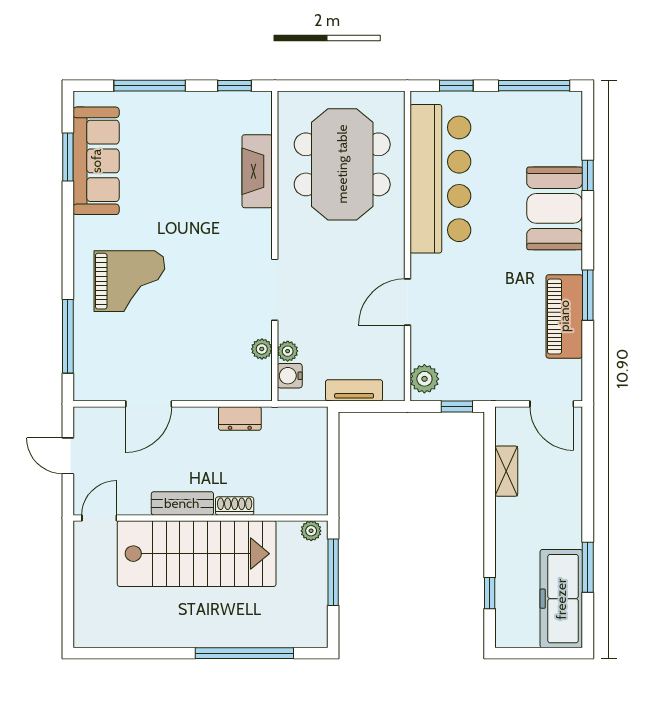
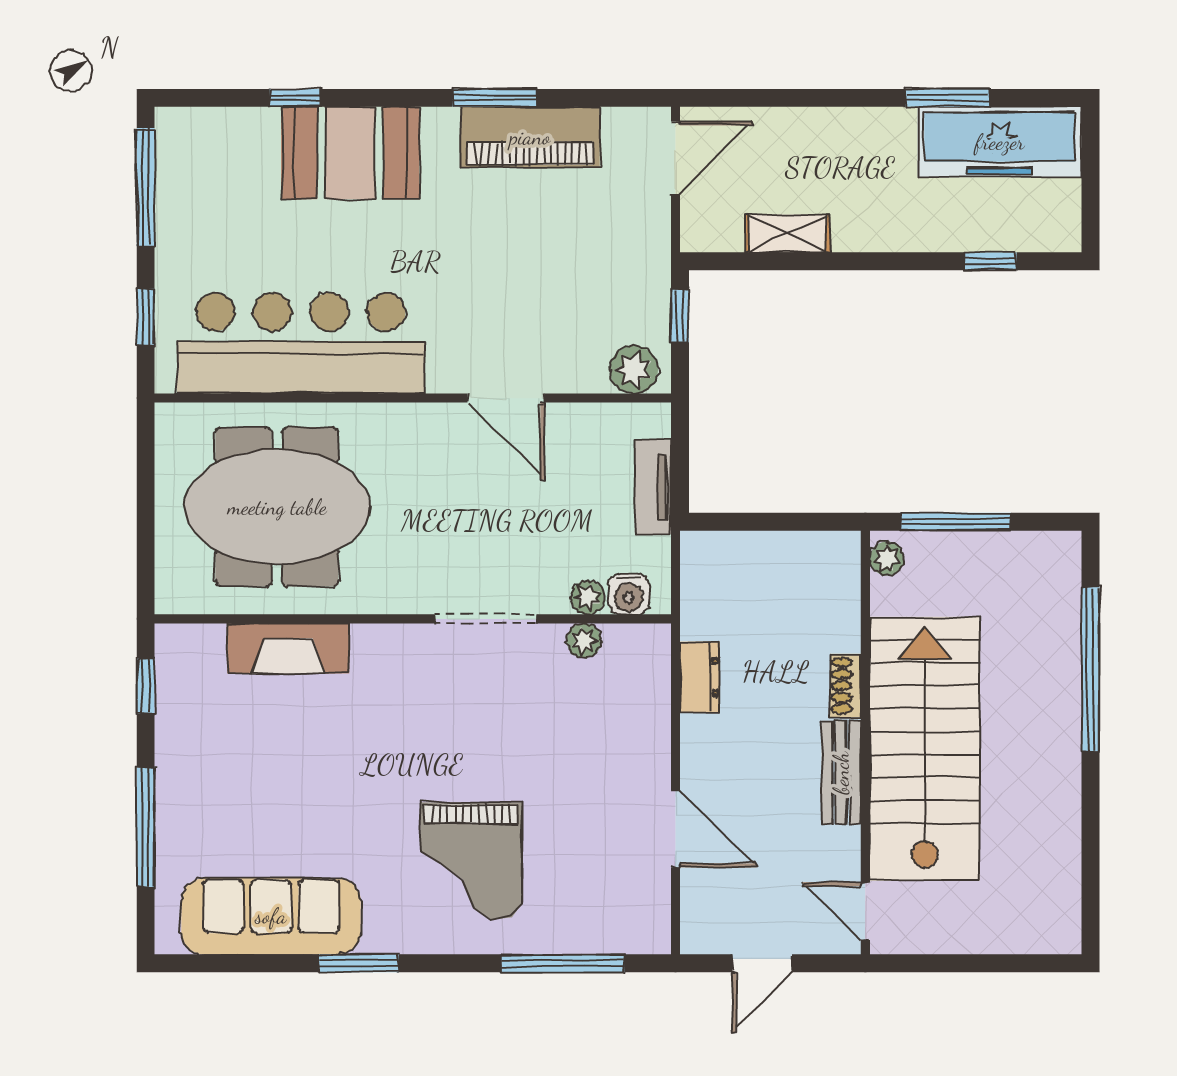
window: (68, 157) -> (359, 963), moved
grand piano: (129, 281) -> (471, 861), turned 180

